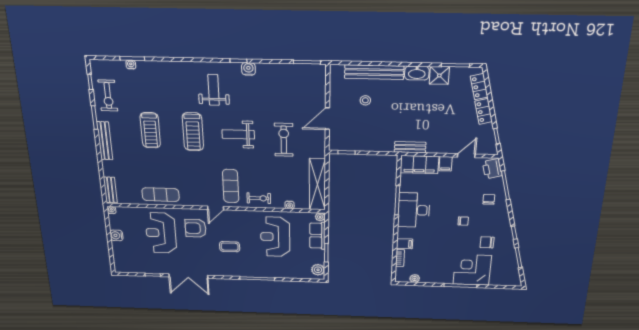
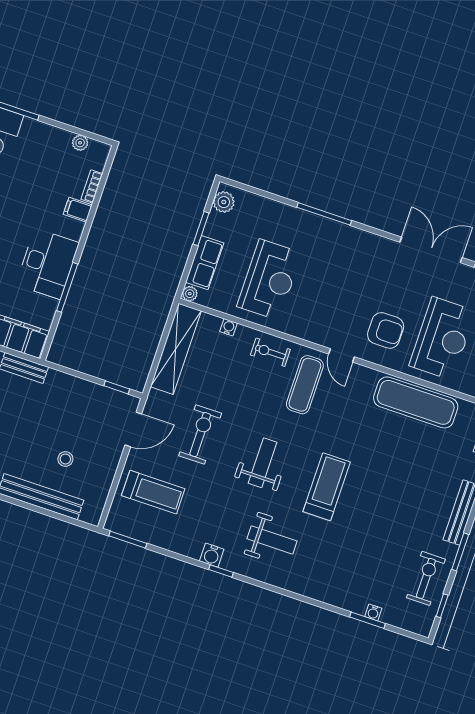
weight bench: (214, 90) -> (272, 540), turned -90
door: (327, 119) -> (133, 429), moved
treadmill: (150, 130) -> (153, 492), moved, turned 90
weight bench: (238, 134) -> (263, 463), turned -90
exercise bike: (284, 140) -> (200, 435), turned 180
exercise mat: (161, 195) -> (416, 402), width x1.36, depth x1.45
door: (216, 208) -> (342, 355), swing flipped
coffee table: (230, 247) -> (346, 283), removed

